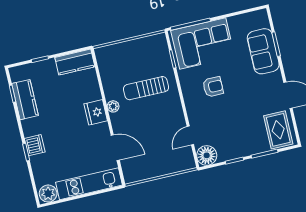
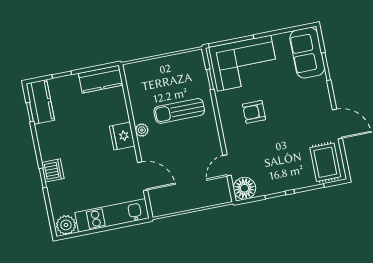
sofa: (263, 51) -> (307, 53), moved
armchair: (213, 87) -> (254, 112), turned 180
kitchen counter: (25, 100) -> (40, 102), moved

